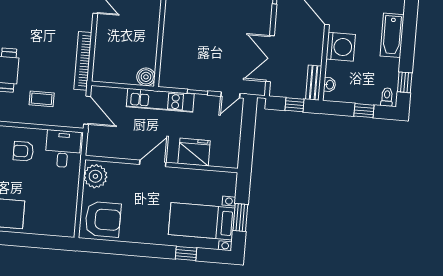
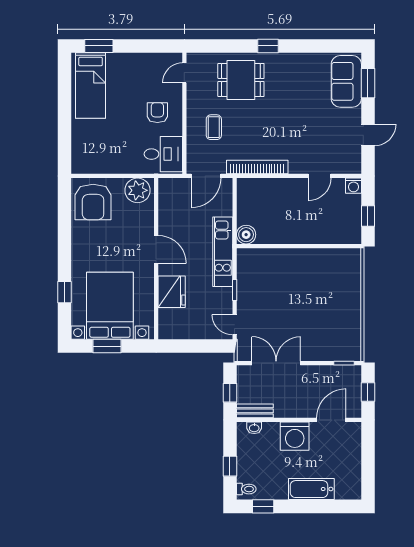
bed with nightstands: (202, 221) -> (110, 306), width x1.36

